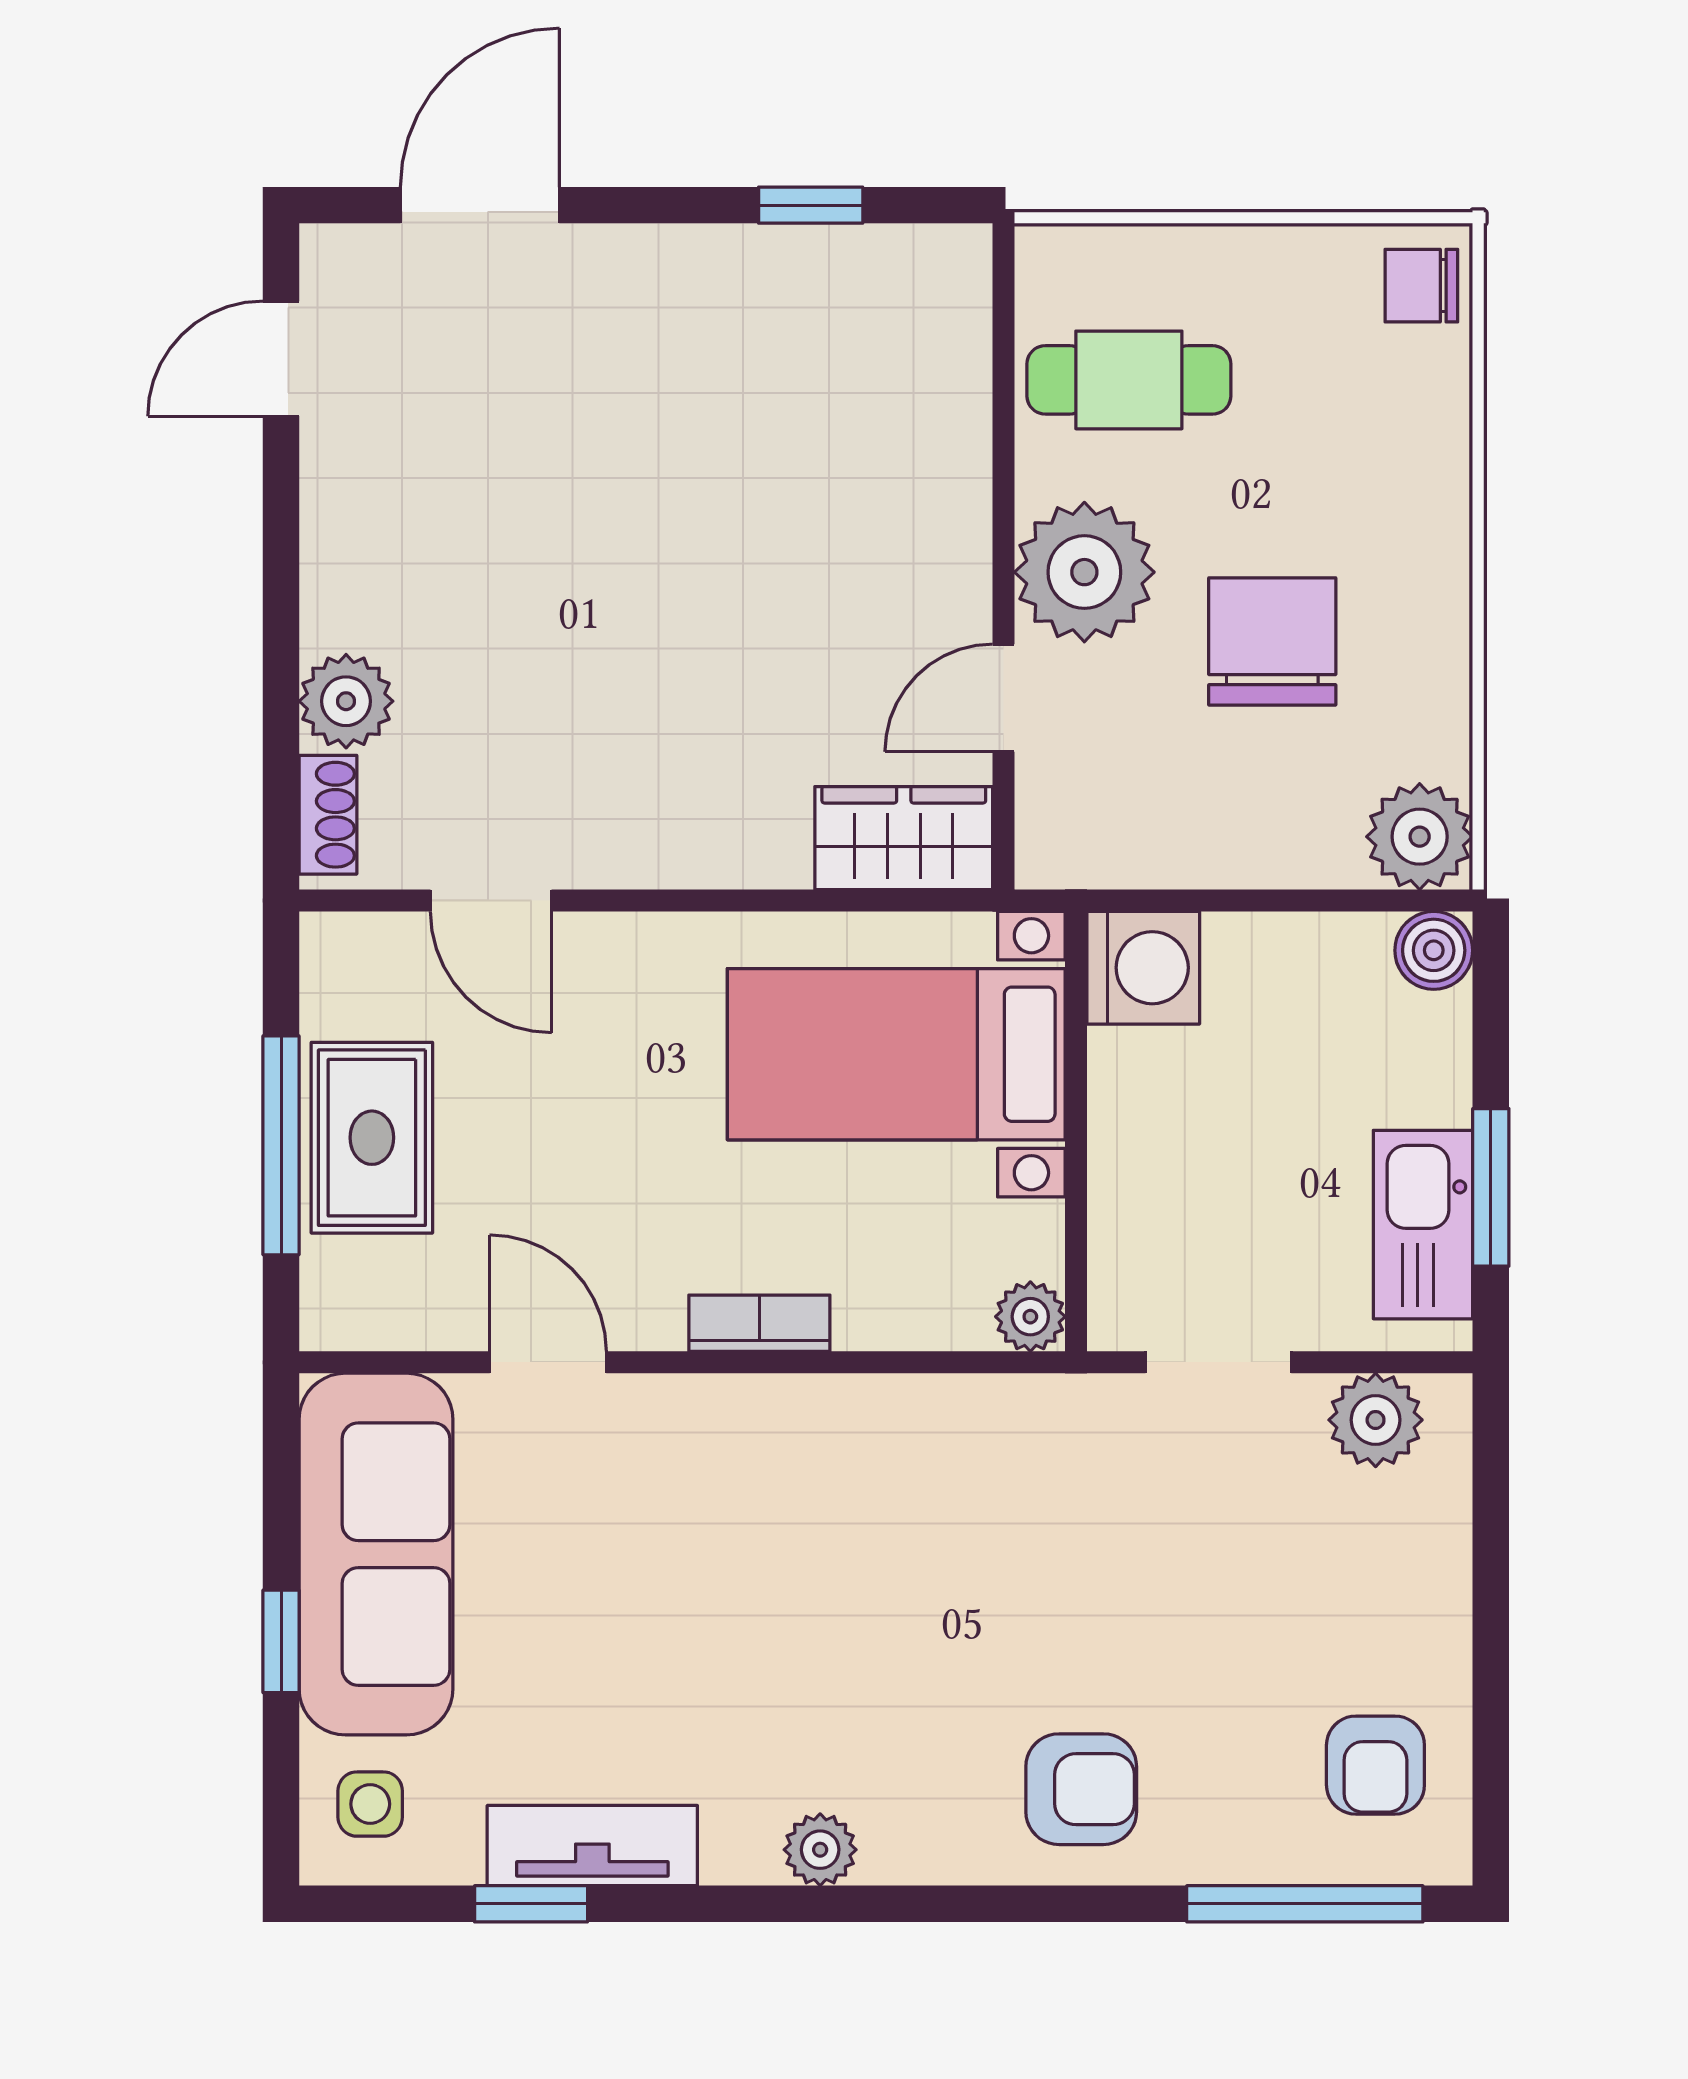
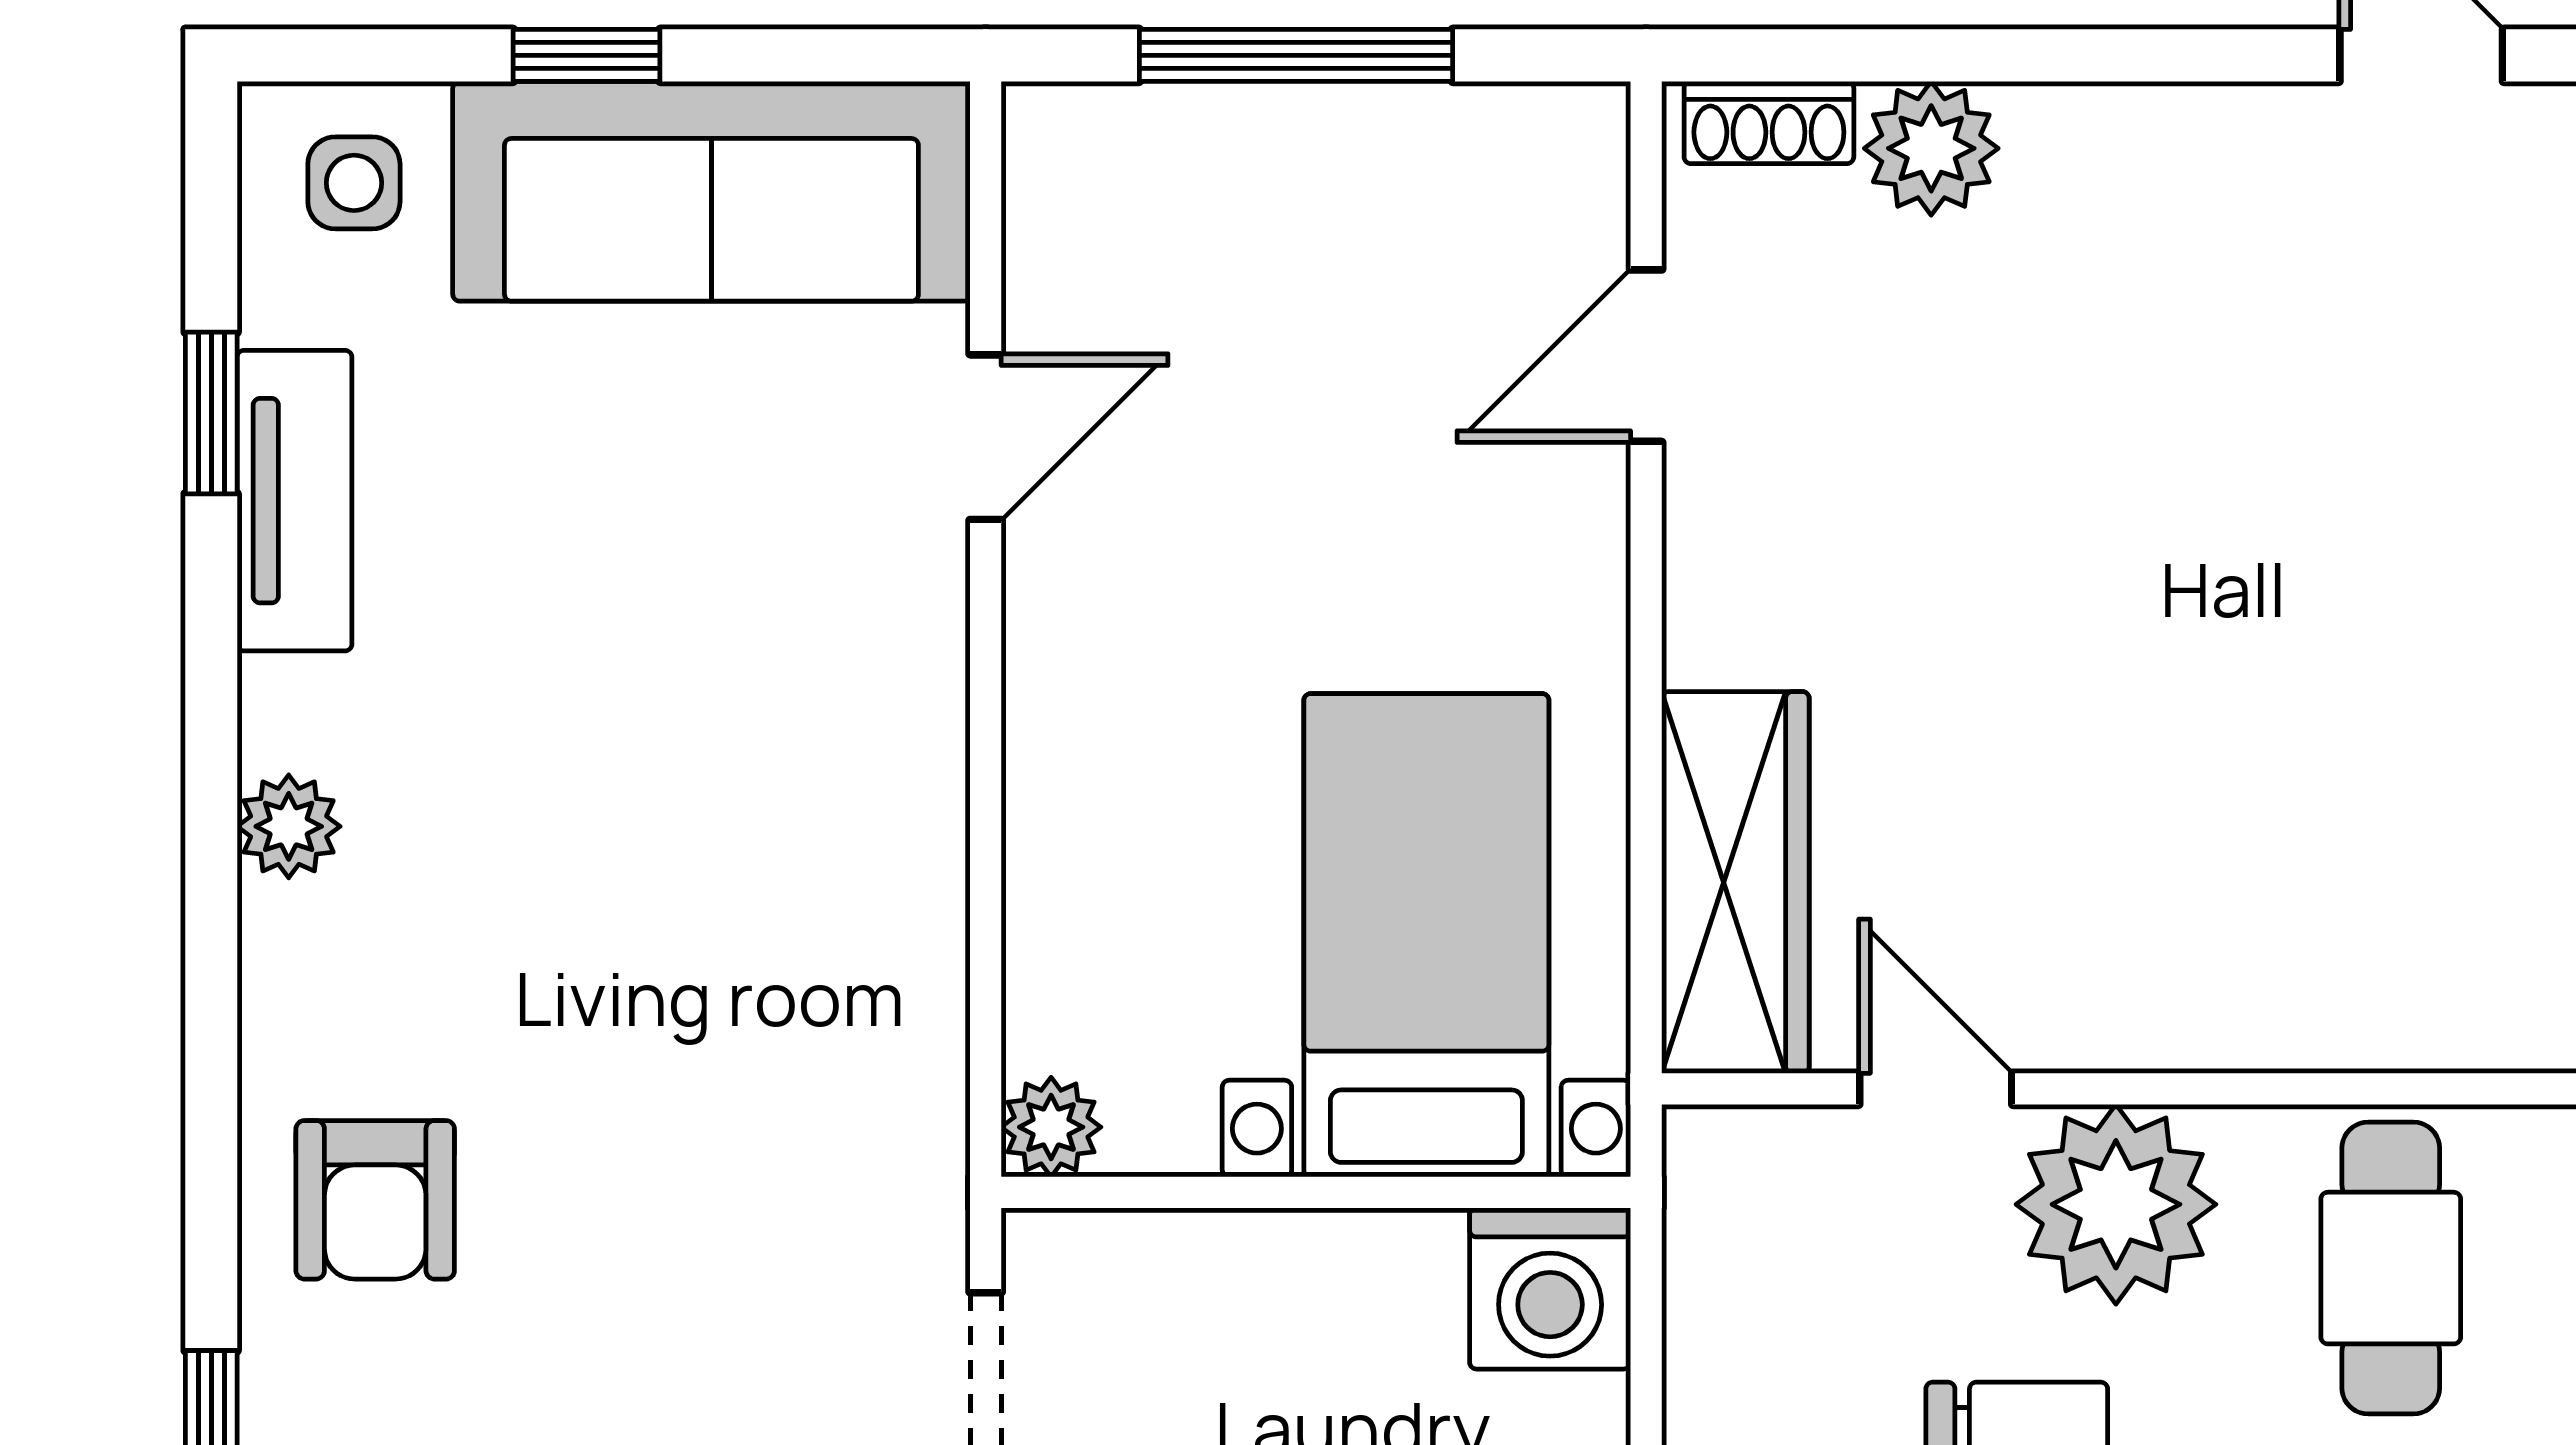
wardrobe: (904, 838) -> (1735, 882), width x1.50
rug: (372, 1138) -> (1307, 185), removed
bookcase: (759, 1323) -> (1042, 740), removed

